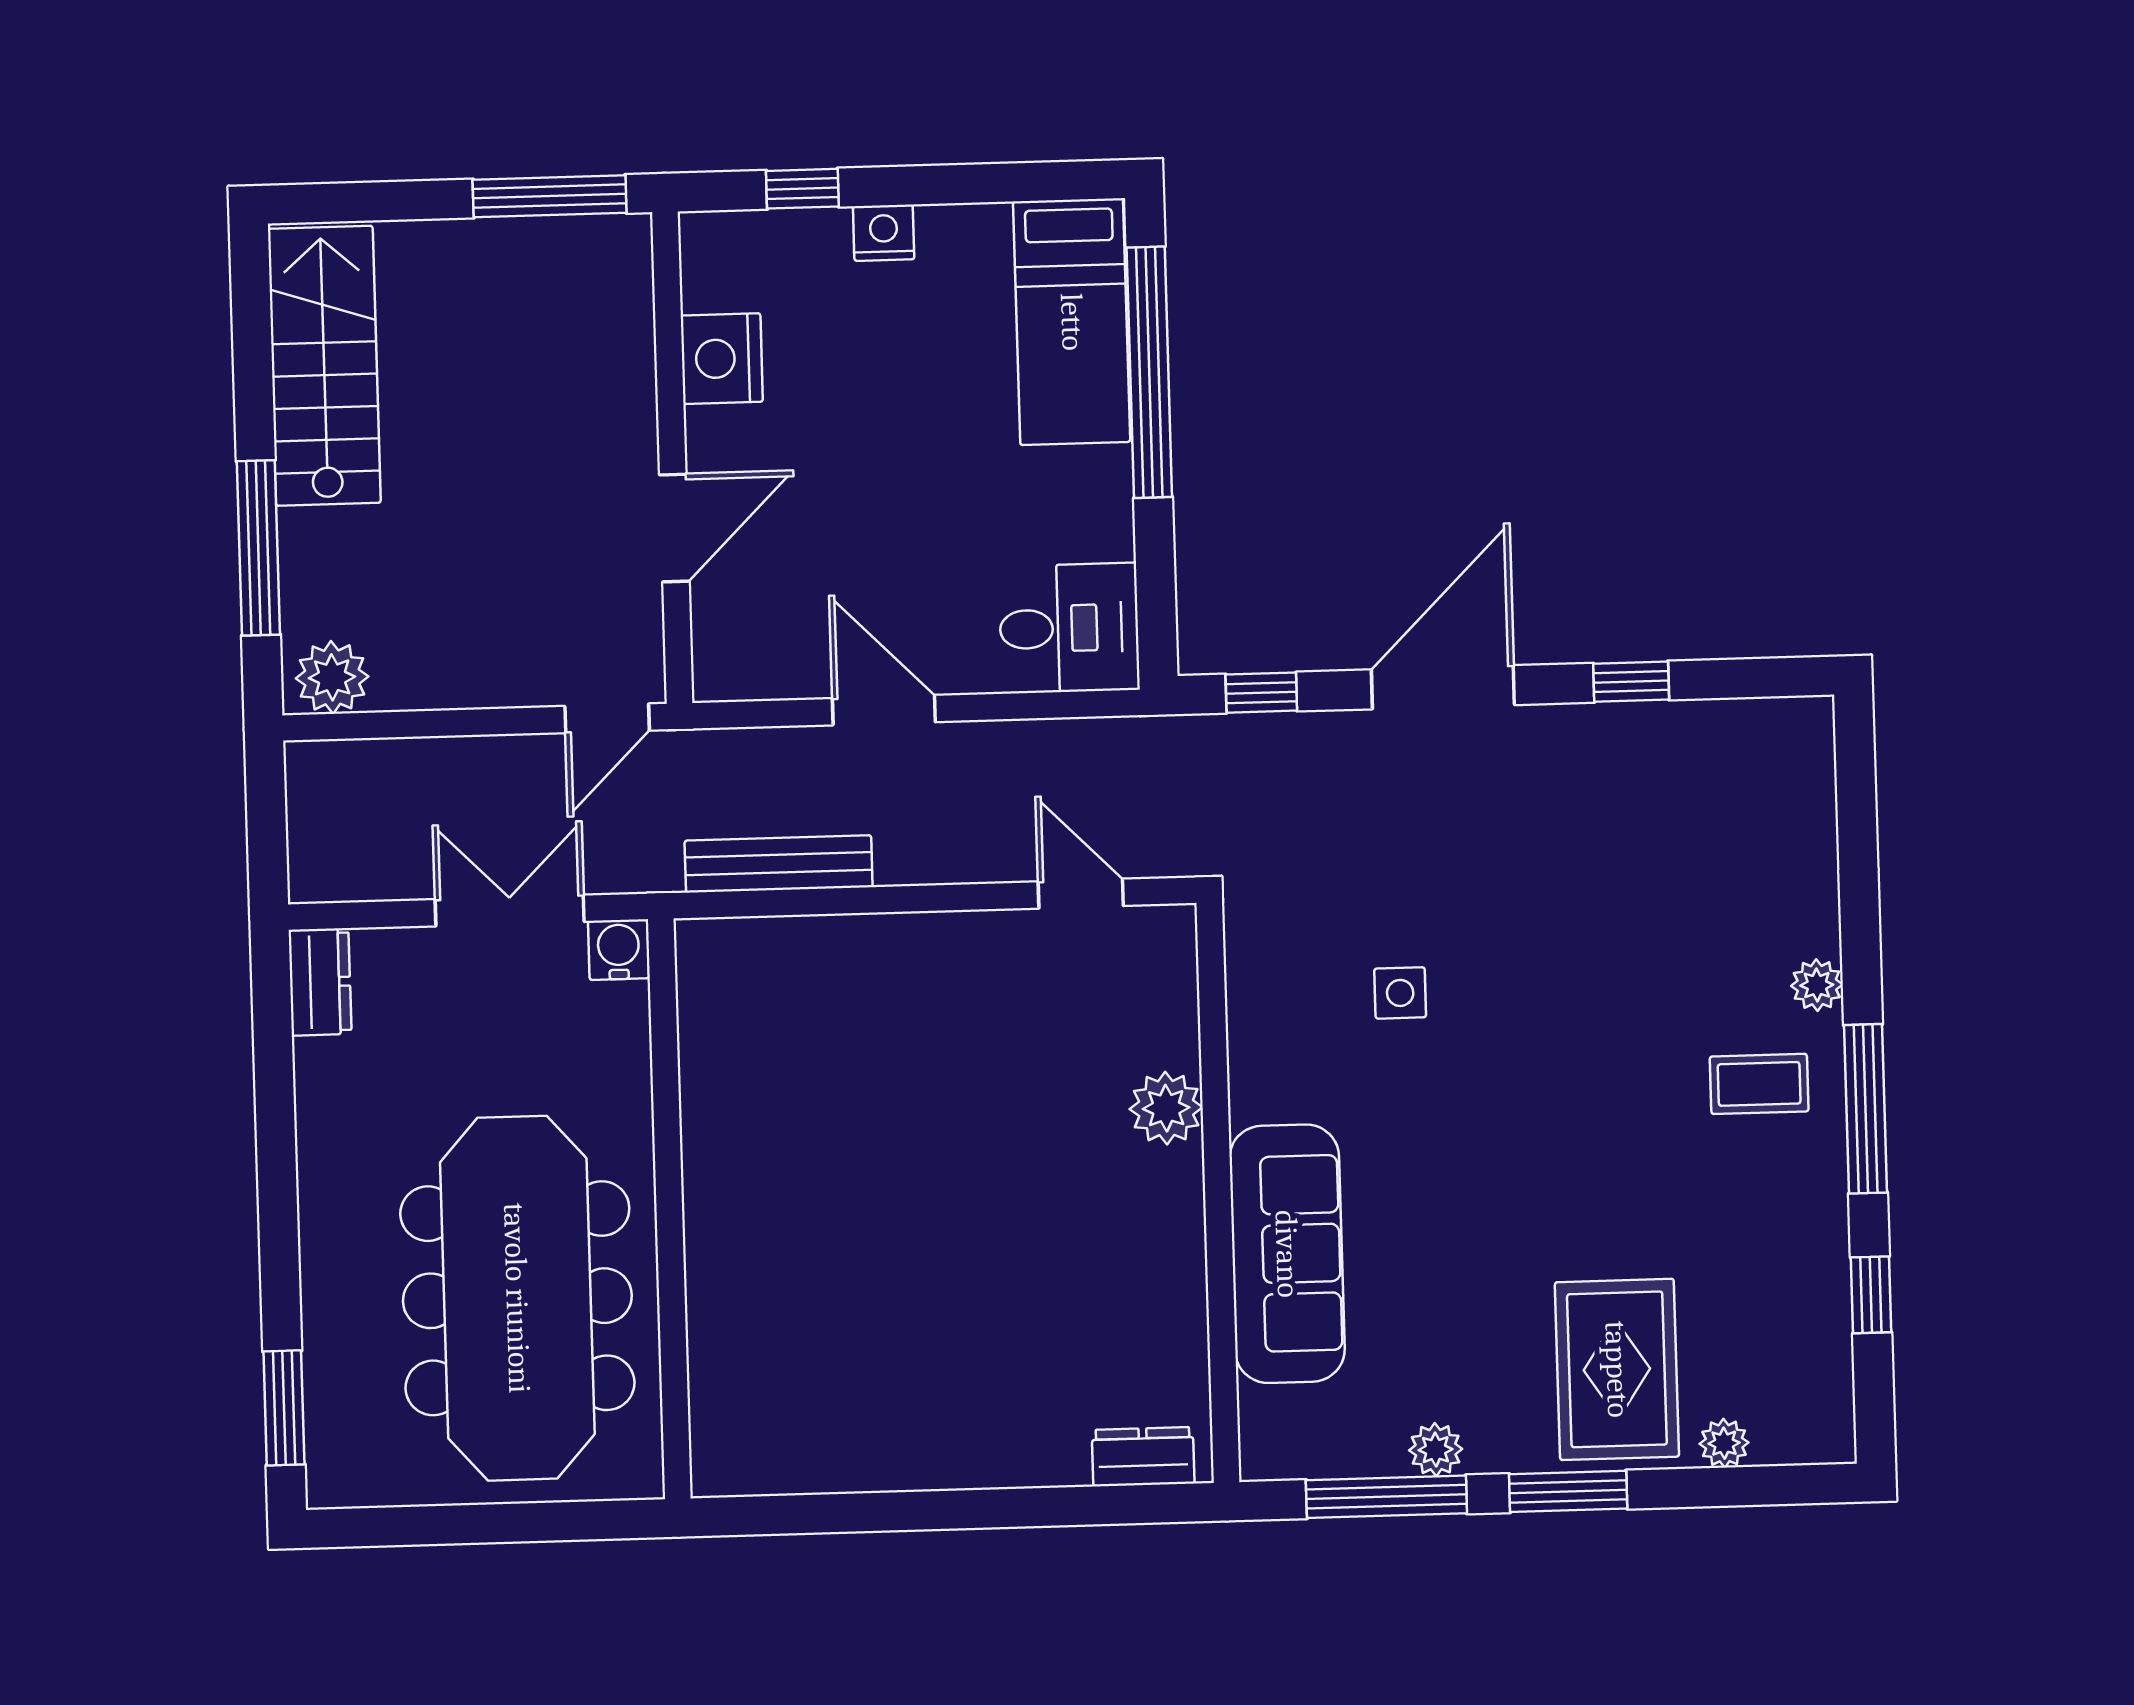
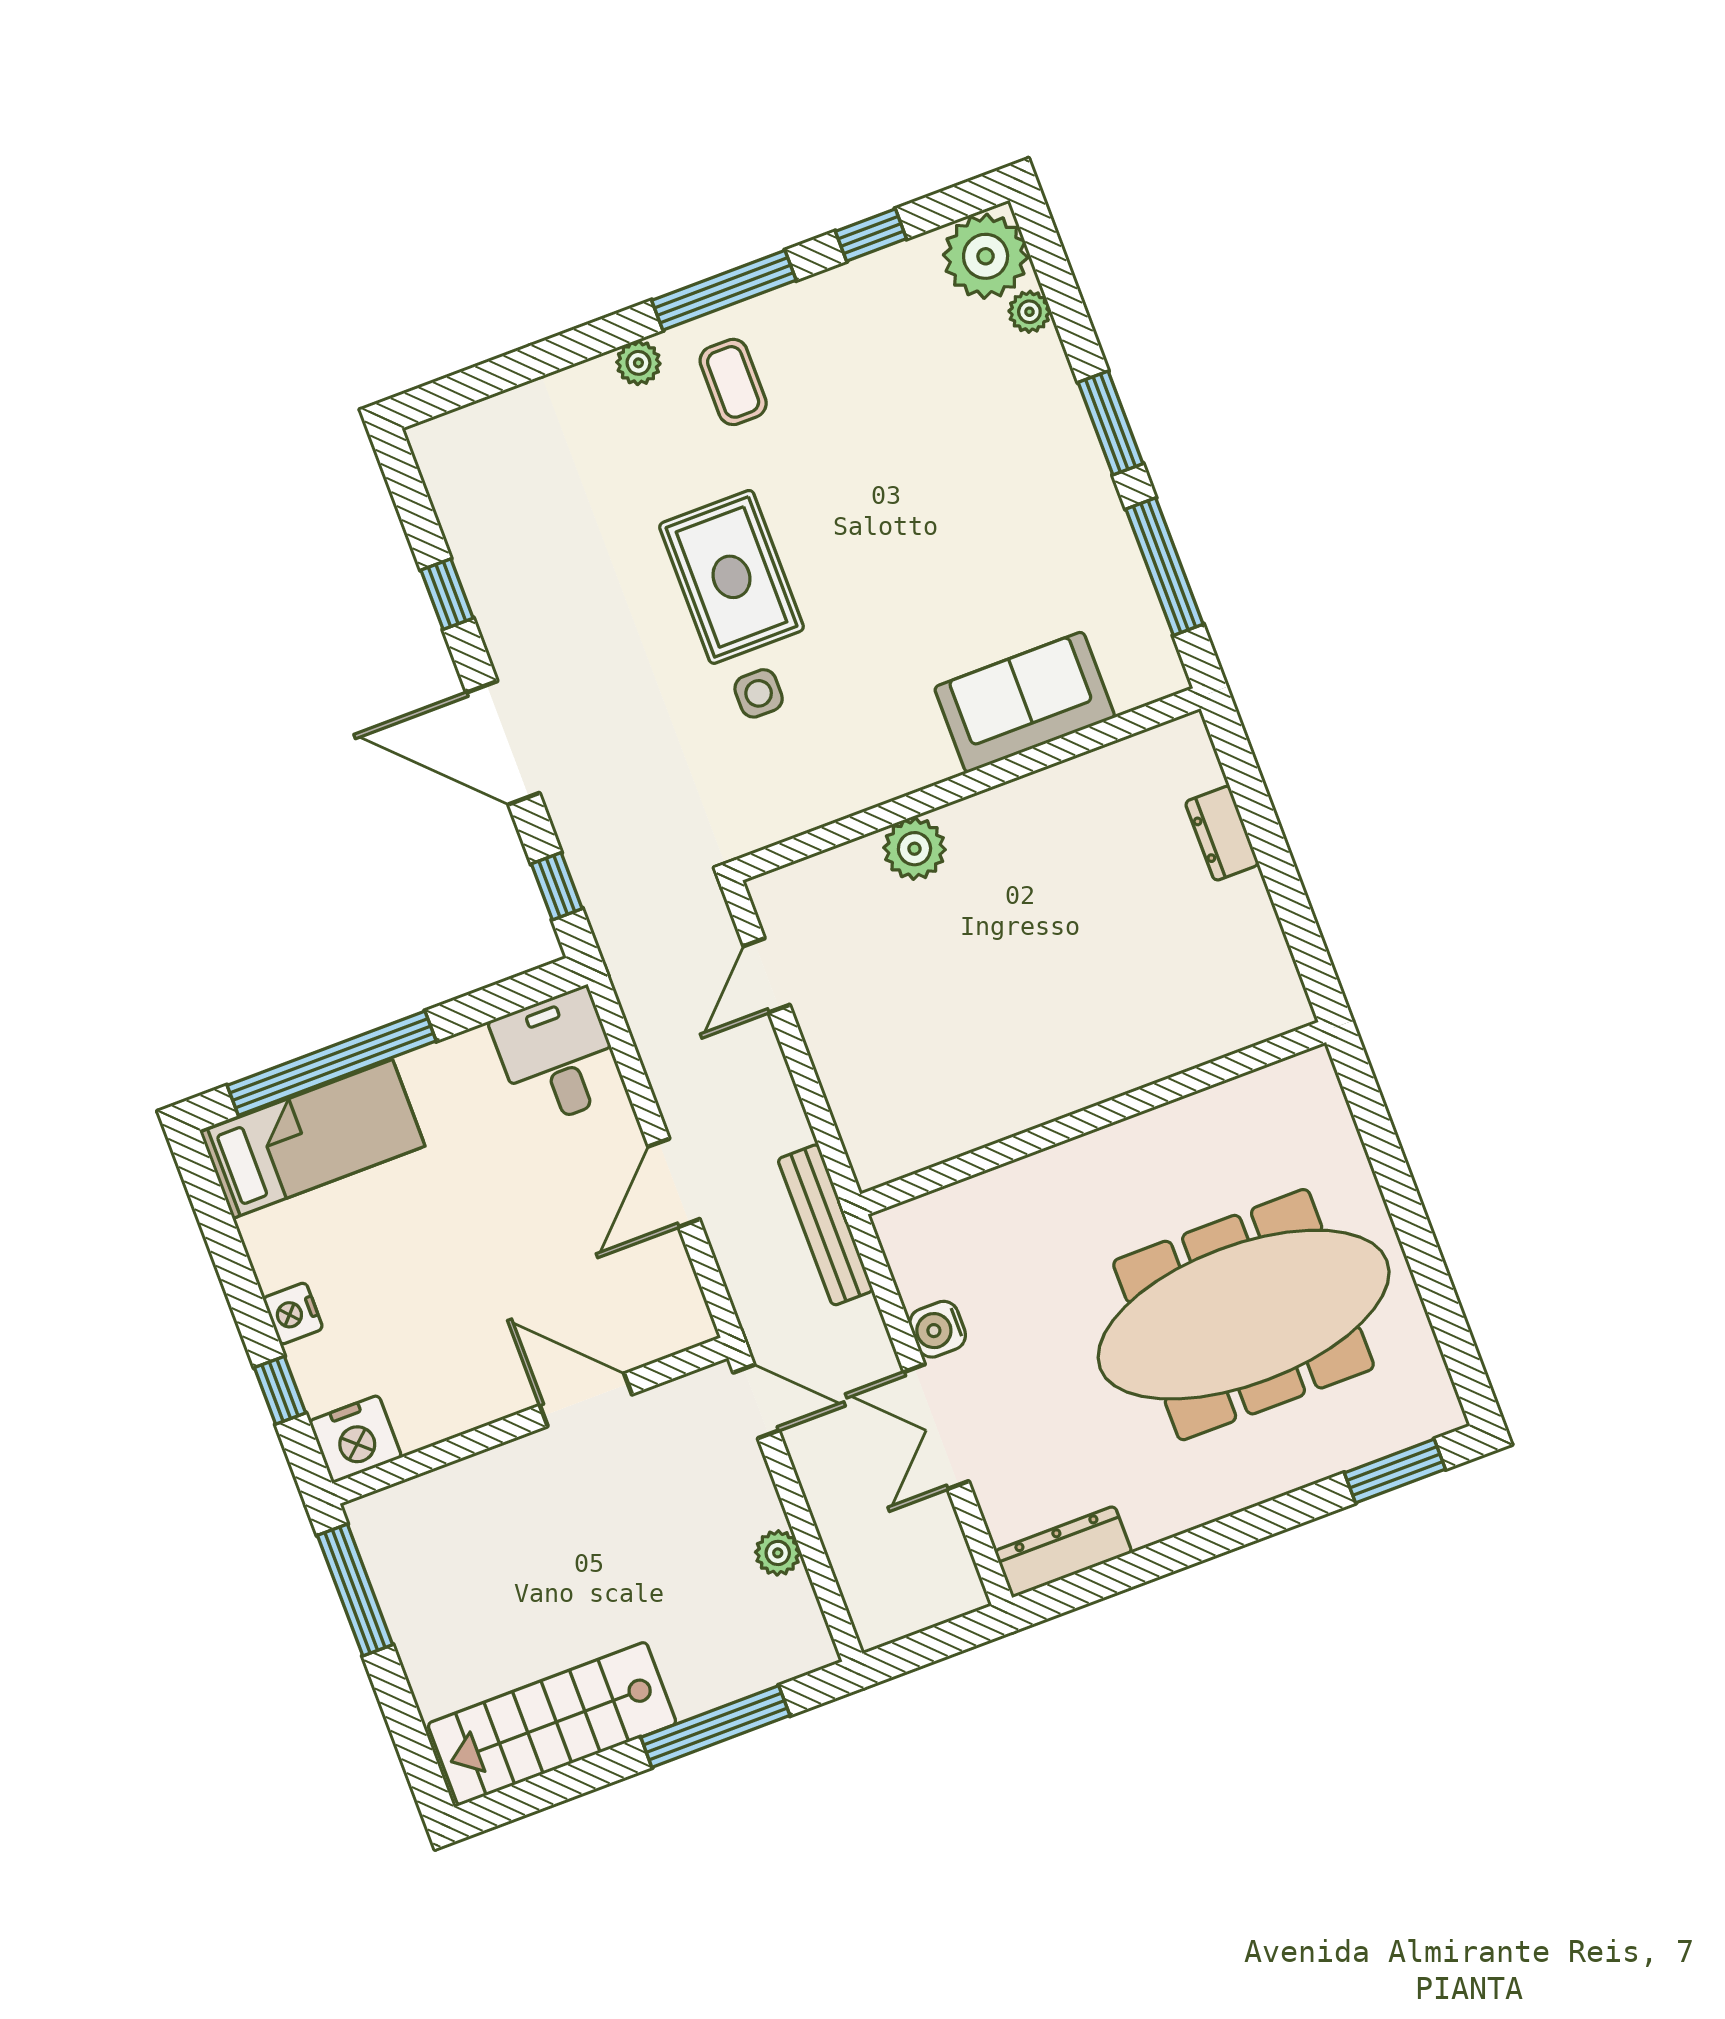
nightstand: (722, 359) -> (355, 1439), moved
plant: (332, 677) -> (778, 1553), moved, width x0.73, depth x0.73
dresser: (320, 982) -> (1063, 1552), width x1.44
wall: (669, 1209) -> (1093, 1118), moved
sofa: (1287, 1254) -> (1025, 702), width x0.73
rug: (1617, 1369) -> (731, 577), moved, turned 90
plant: (1436, 1450) -> (986, 256), moved, width x1.88, depth x1.88
dresser: (1143, 1457) -> (1222, 833), moved

